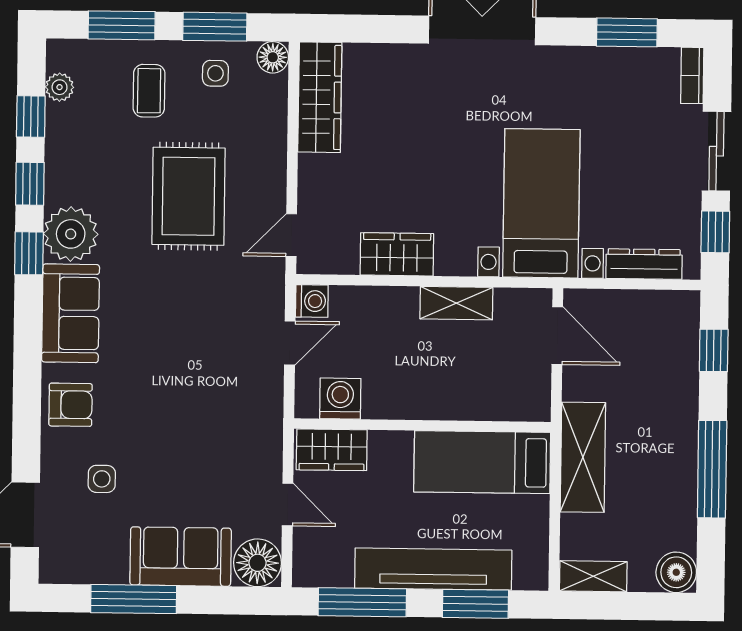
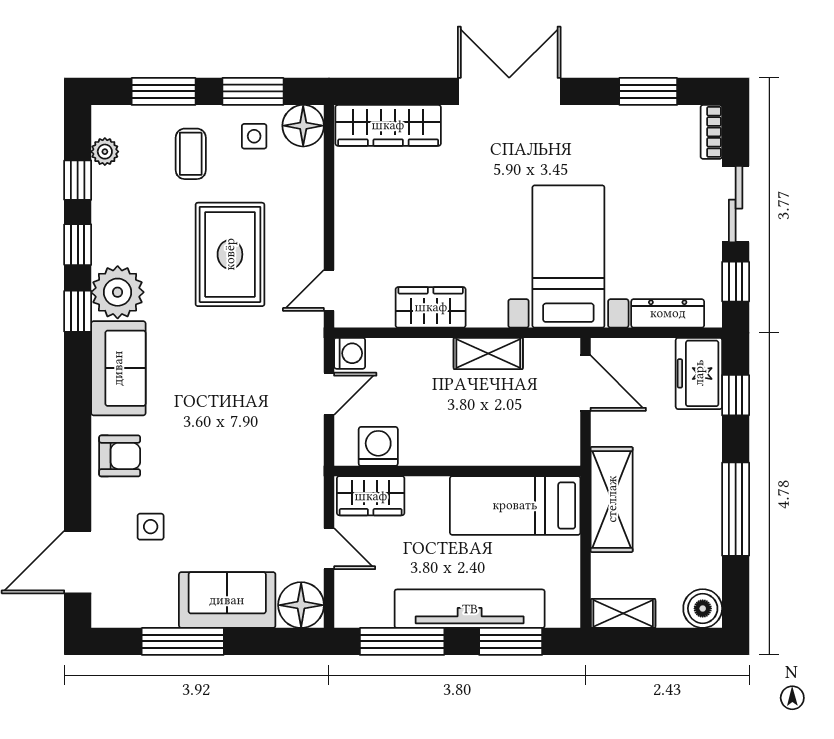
floor lamp: (273, 57) -> (303, 126), width x1.38, depth x1.38
wardrobe: (320, 97) -> (388, 125), moved, turned 90
freezer: (676, 327) -> (699, 373), added

